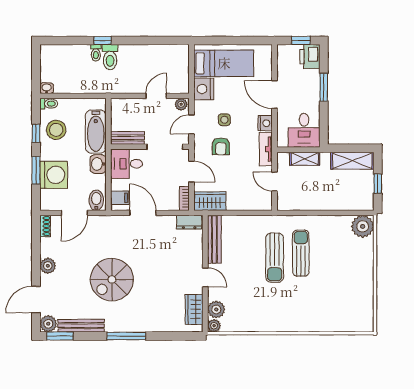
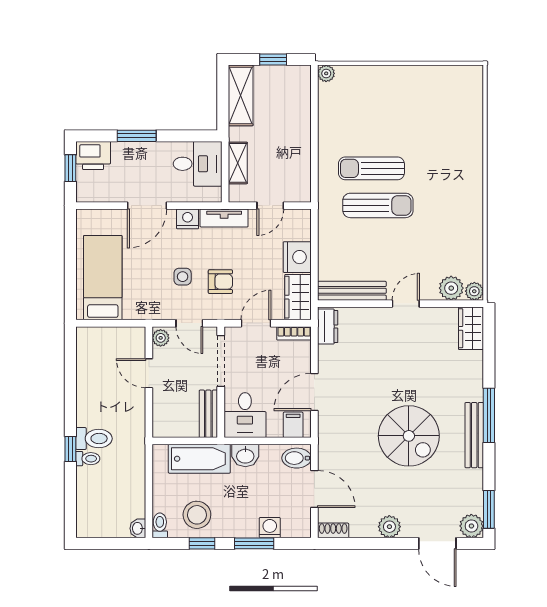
nightstand: (204, 89) -> (297, 257), moved, turned -90
washing machine: (54, 175) -> (270, 528), width x0.53, depth x0.53
plant: (363, 226) -> (326, 73), width x0.53, depth x0.53
wardrobe: (194, 309) -> (471, 328), moved, turned 90
bench: (81, 326) -> (474, 435), moved

